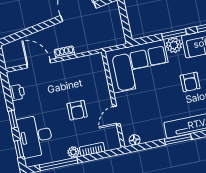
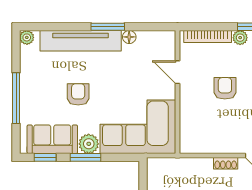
door: (116, 115) -> (178, 72), swing flipped
floor lamp: (135, 140) -> (129, 37), moved
bookcase: (92, 149) -> (208, 36), width x1.56

